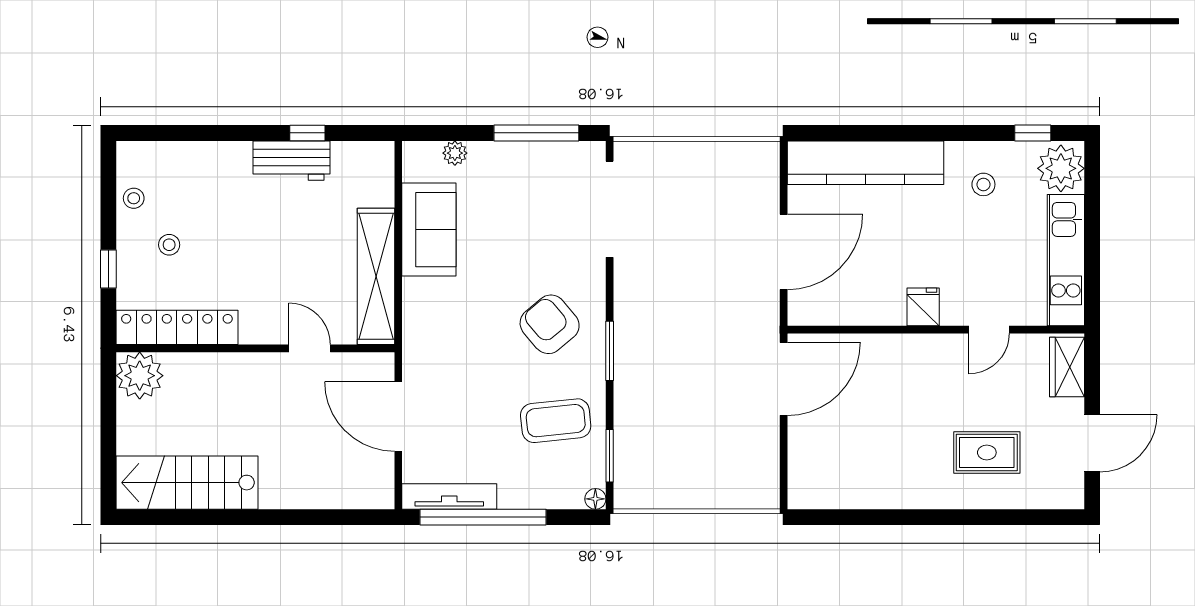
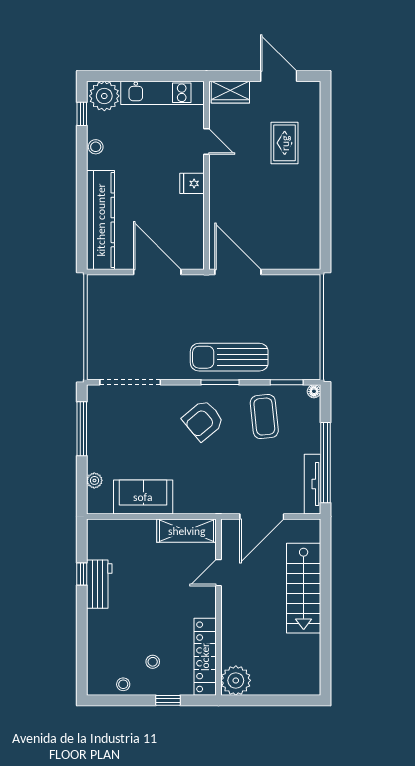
stool: (983, 184) -> (96, 147), moved
shelving: (376, 276) -> (187, 531), width x0.68
sun lounger: (649, 365) -> (229, 357), added
stairs: (187, 483) -> (304, 588), moved

